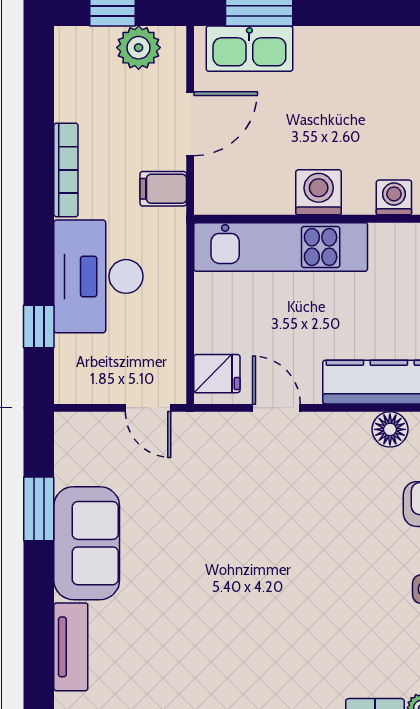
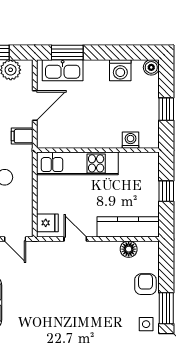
washing machine: (319, 192) -> (120, 70), moved, turned 180

